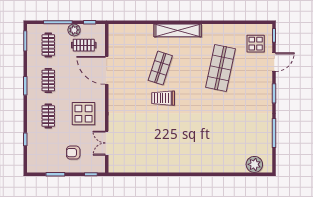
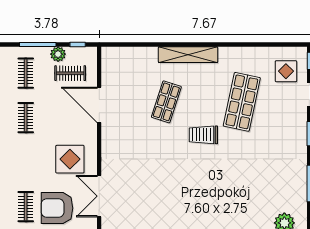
trolley: (163, 98) -> (203, 135), moved
clothes rail: (48, 116) -> (26, 207), moved
double door: (107, 143) -> (99, 196), width x1.37
armchair: (73, 153) -> (57, 208), width x1.88, depth x1.88

